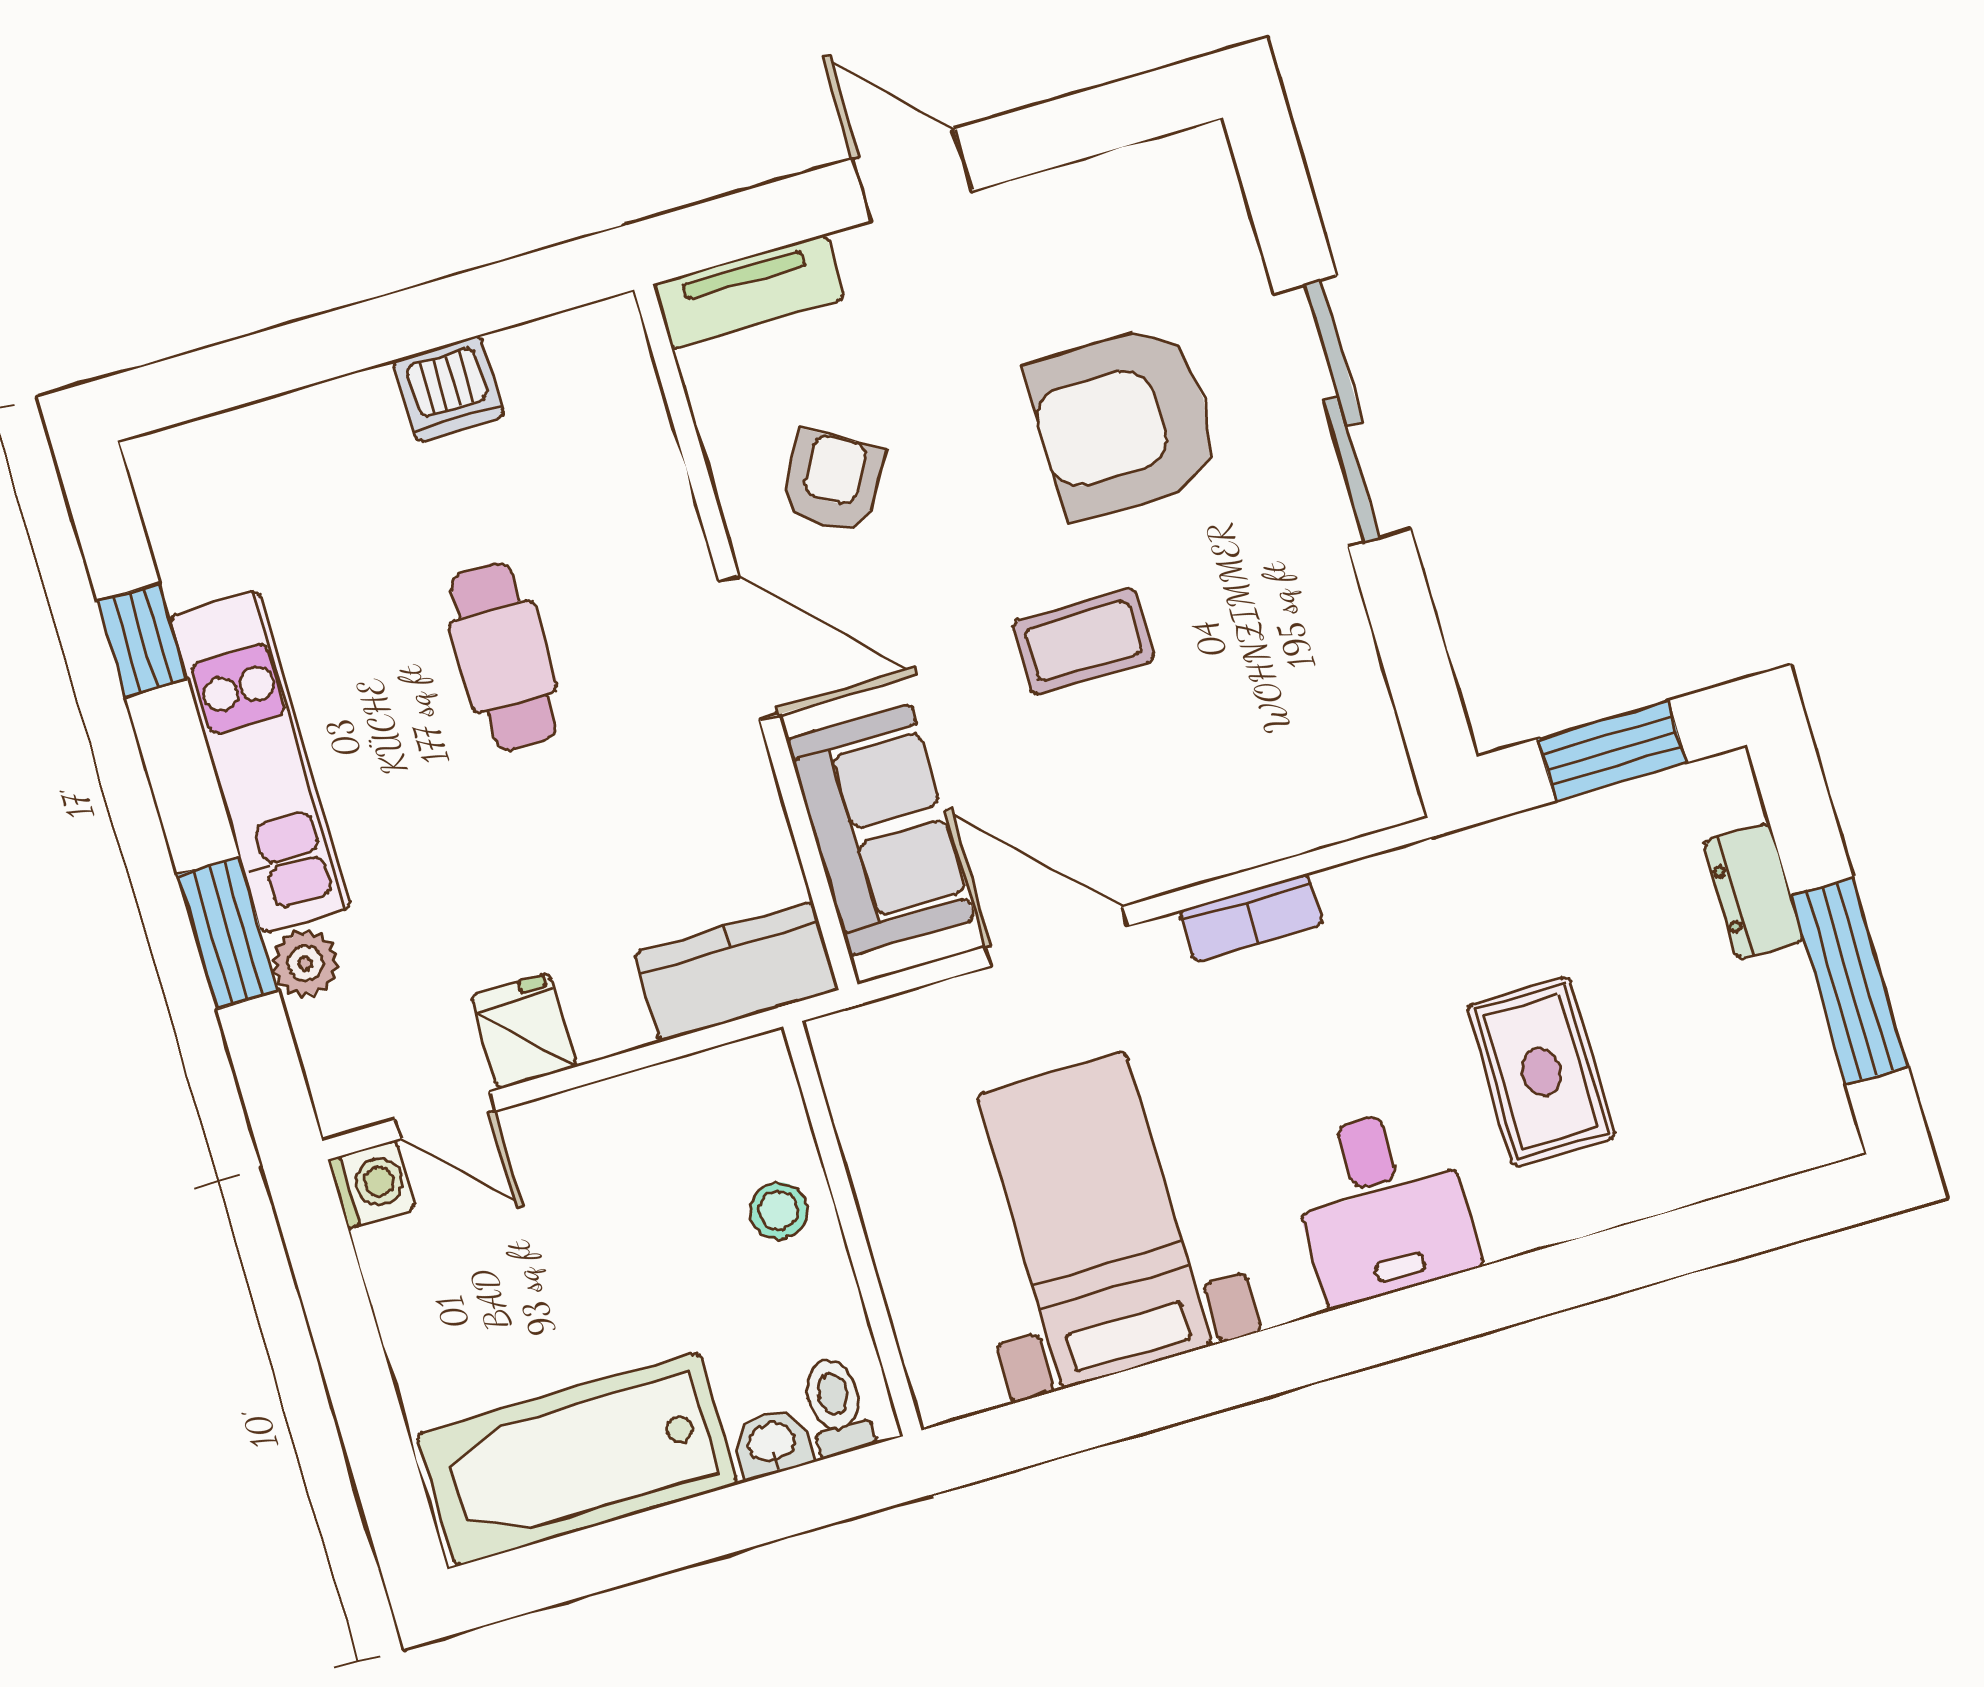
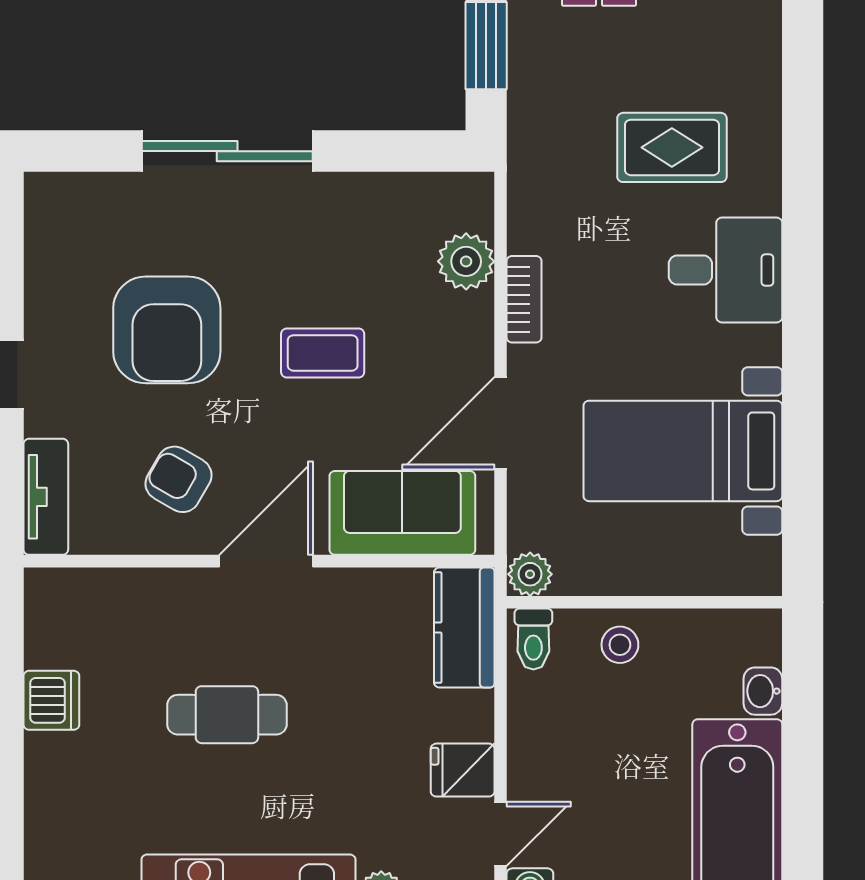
armchair: (1124, 422) -> (167, 330), moved
coffee table: (1083, 641) -> (323, 353), turned 90
plant: (1282, 815) -> (466, 261), added
plant: (844, 1046) -> (530, 574), added
toilet: (836, 1406) -> (533, 639), moved, turned -90

